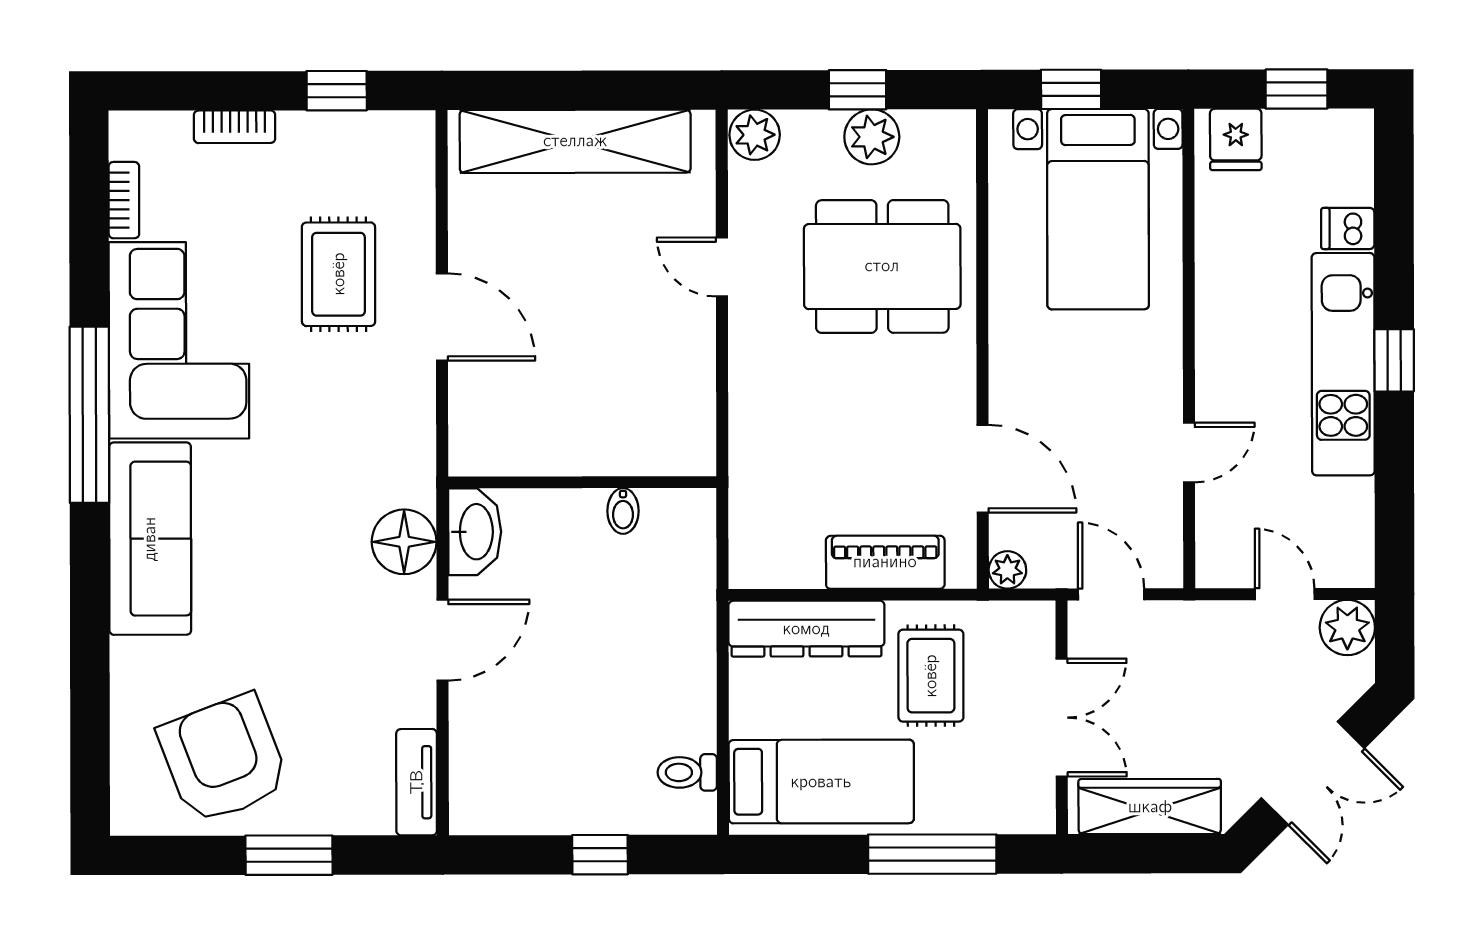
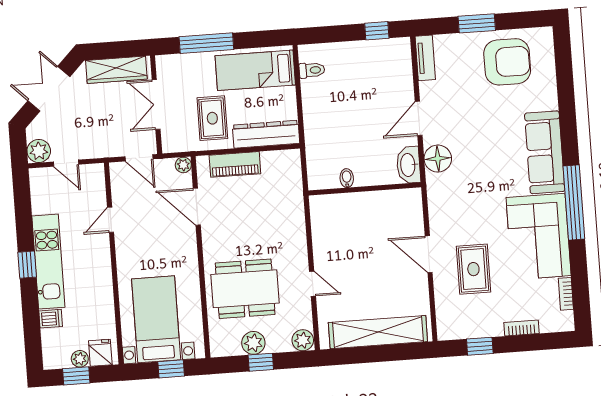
plant: (1285, 129) -> (80, 359), added
armchair: (224, 759) -> (507, 62), turned -69
window: (600, 855) -> (377, 31), moved

